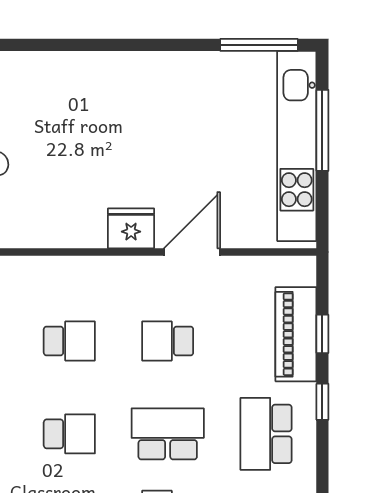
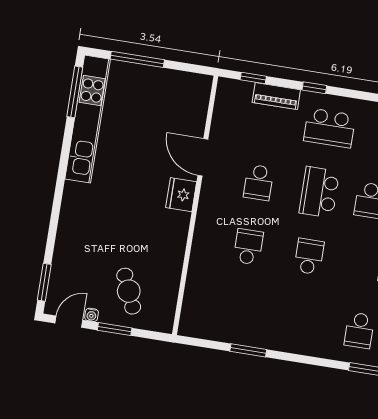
kitchen unit: (297, 146) -> (88, 119), moved, turned -90
piano: (296, 334) -> (276, 96), width x0.73, depth x0.75
window: (322, 334) -> (253, 78), moved

